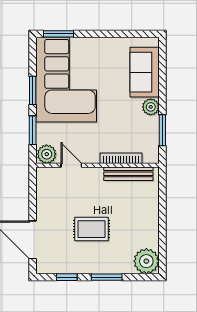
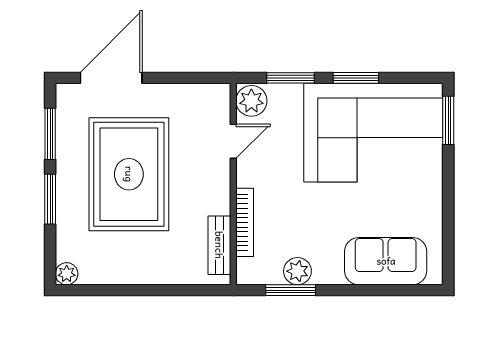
plant: (151, 107) -> (297, 271), moved
bench: (128, 174) -> (219, 245), width x0.73
rug: (92, 229) -> (129, 174), width x1.86, depth x2.06
plant: (146, 261) -> (67, 274), width x0.53, depth x0.53
window: (67, 277) -> (50, 134), width x1.50

